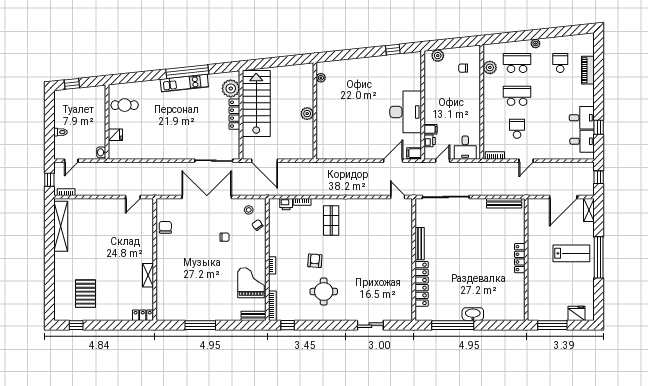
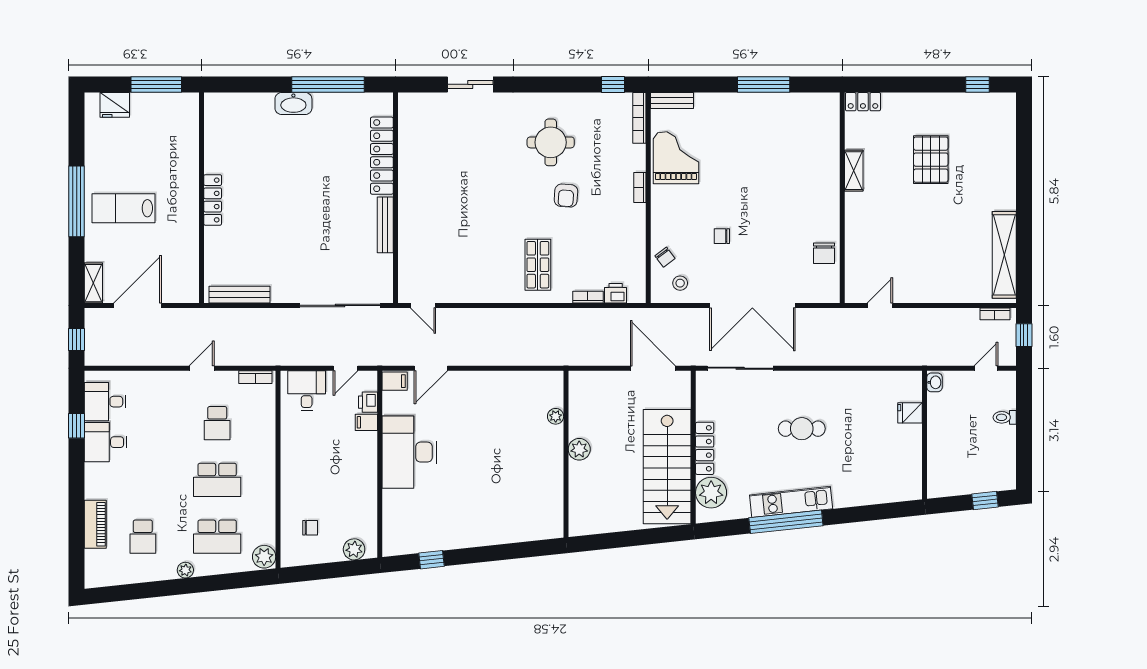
plant: (490, 67) -> (264, 557), moved
plant: (321, 78) -> (556, 416), moved
cafe table: (125, 105) -> (802, 429), moved
grand piano: (251, 283) -> (676, 158), turned 180
pallet: (85, 294) -> (931, 160), moved

